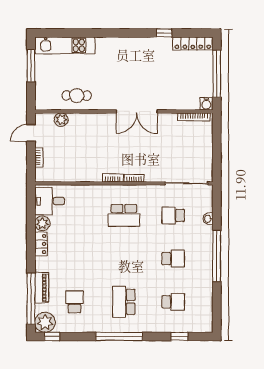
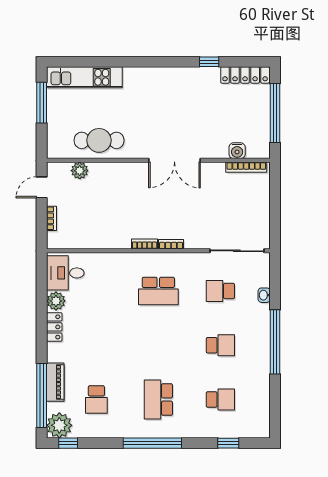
cafe table: (77, 96) -> (99, 140), width x1.37, depth x1.35
water cooler: (206, 104) -> (237, 151), moved
school desk: (75, 302) -> (96, 400), turned 180

